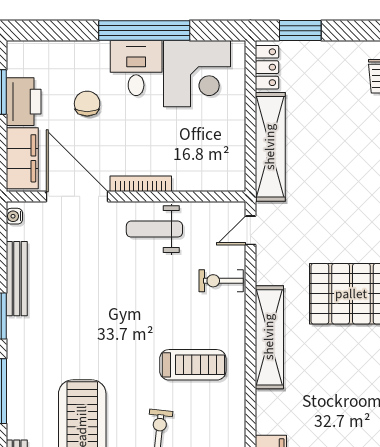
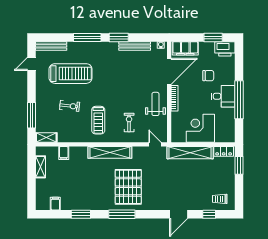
corner desk: (197, 74) -> (200, 128), moved, turned 90
printer: (24, 102) -> (225, 49), moved
exercise bike: (221, 281) -> (129, 123), moved

